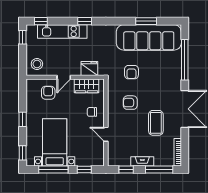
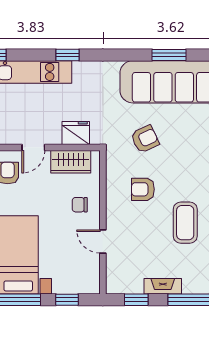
armchair: (131, 72) -> (145, 139), turned -115

